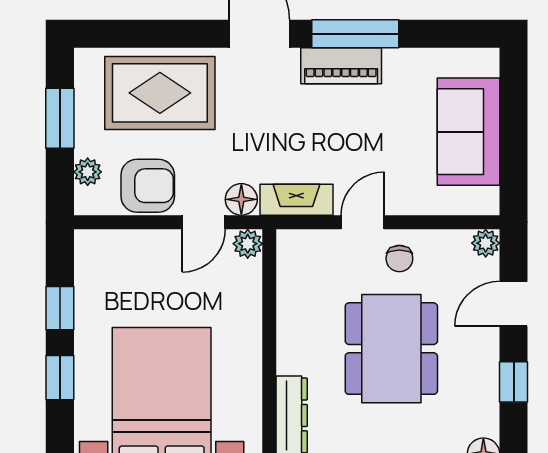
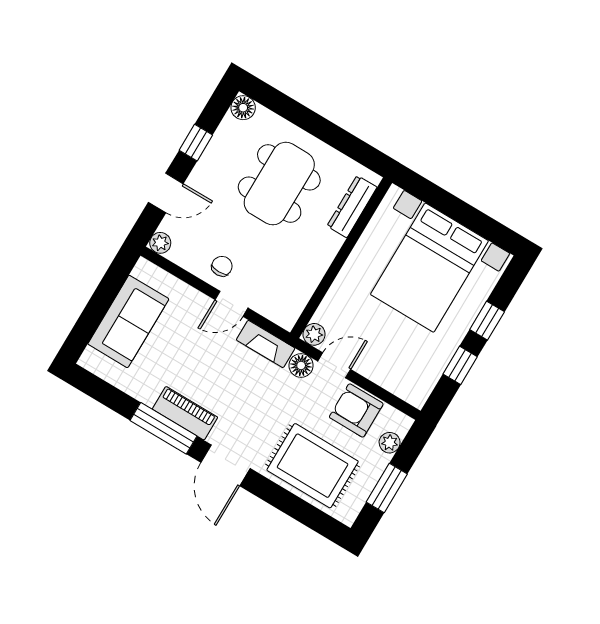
dining table: (391, 349) -> (279, 184), moved

